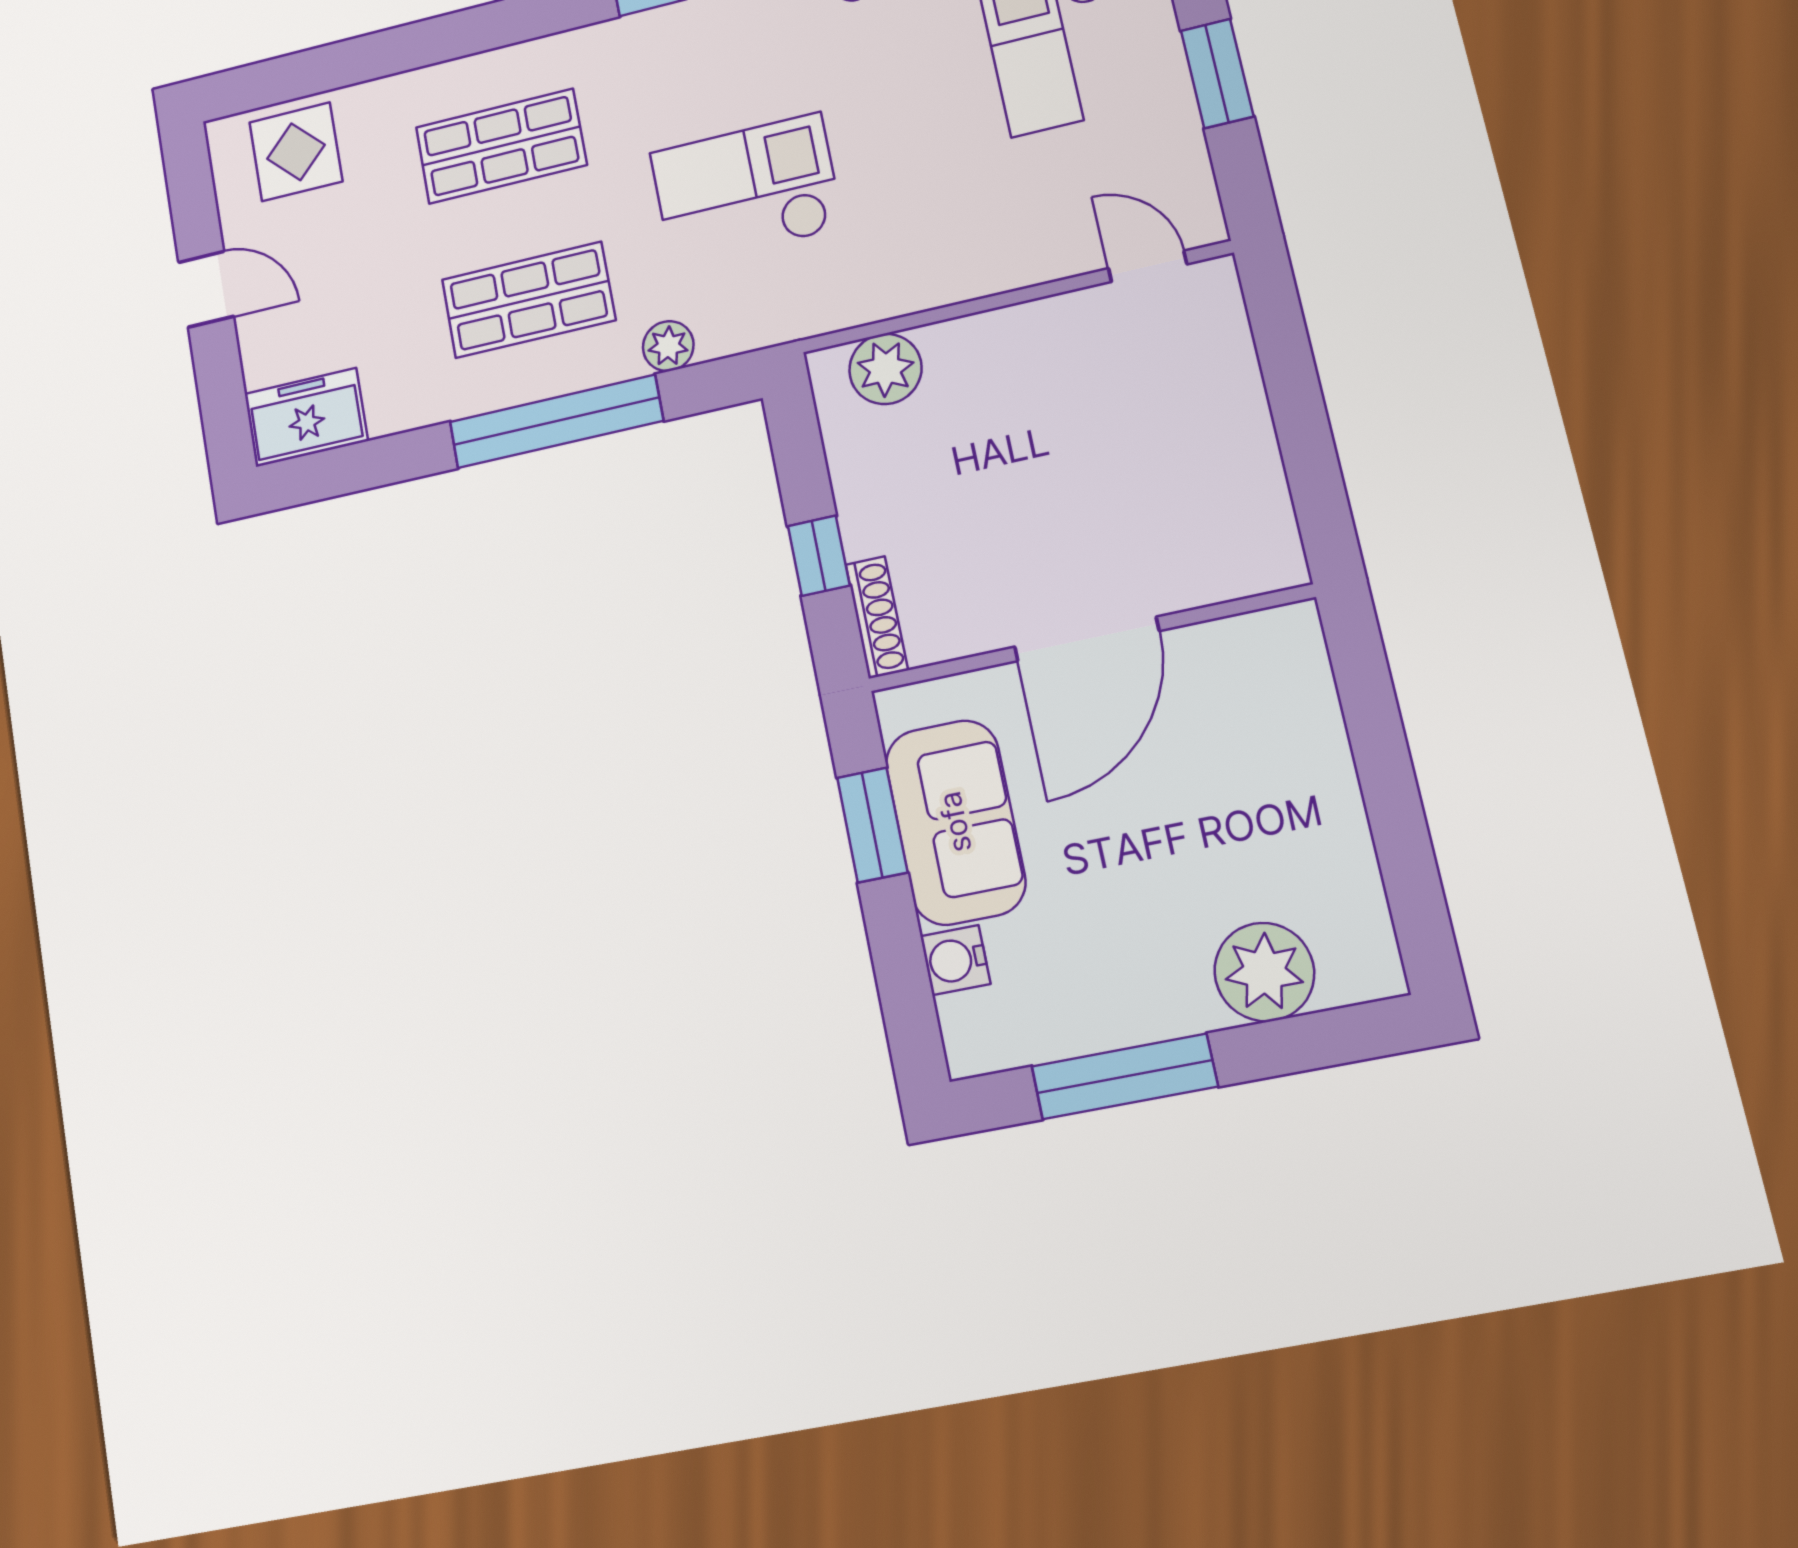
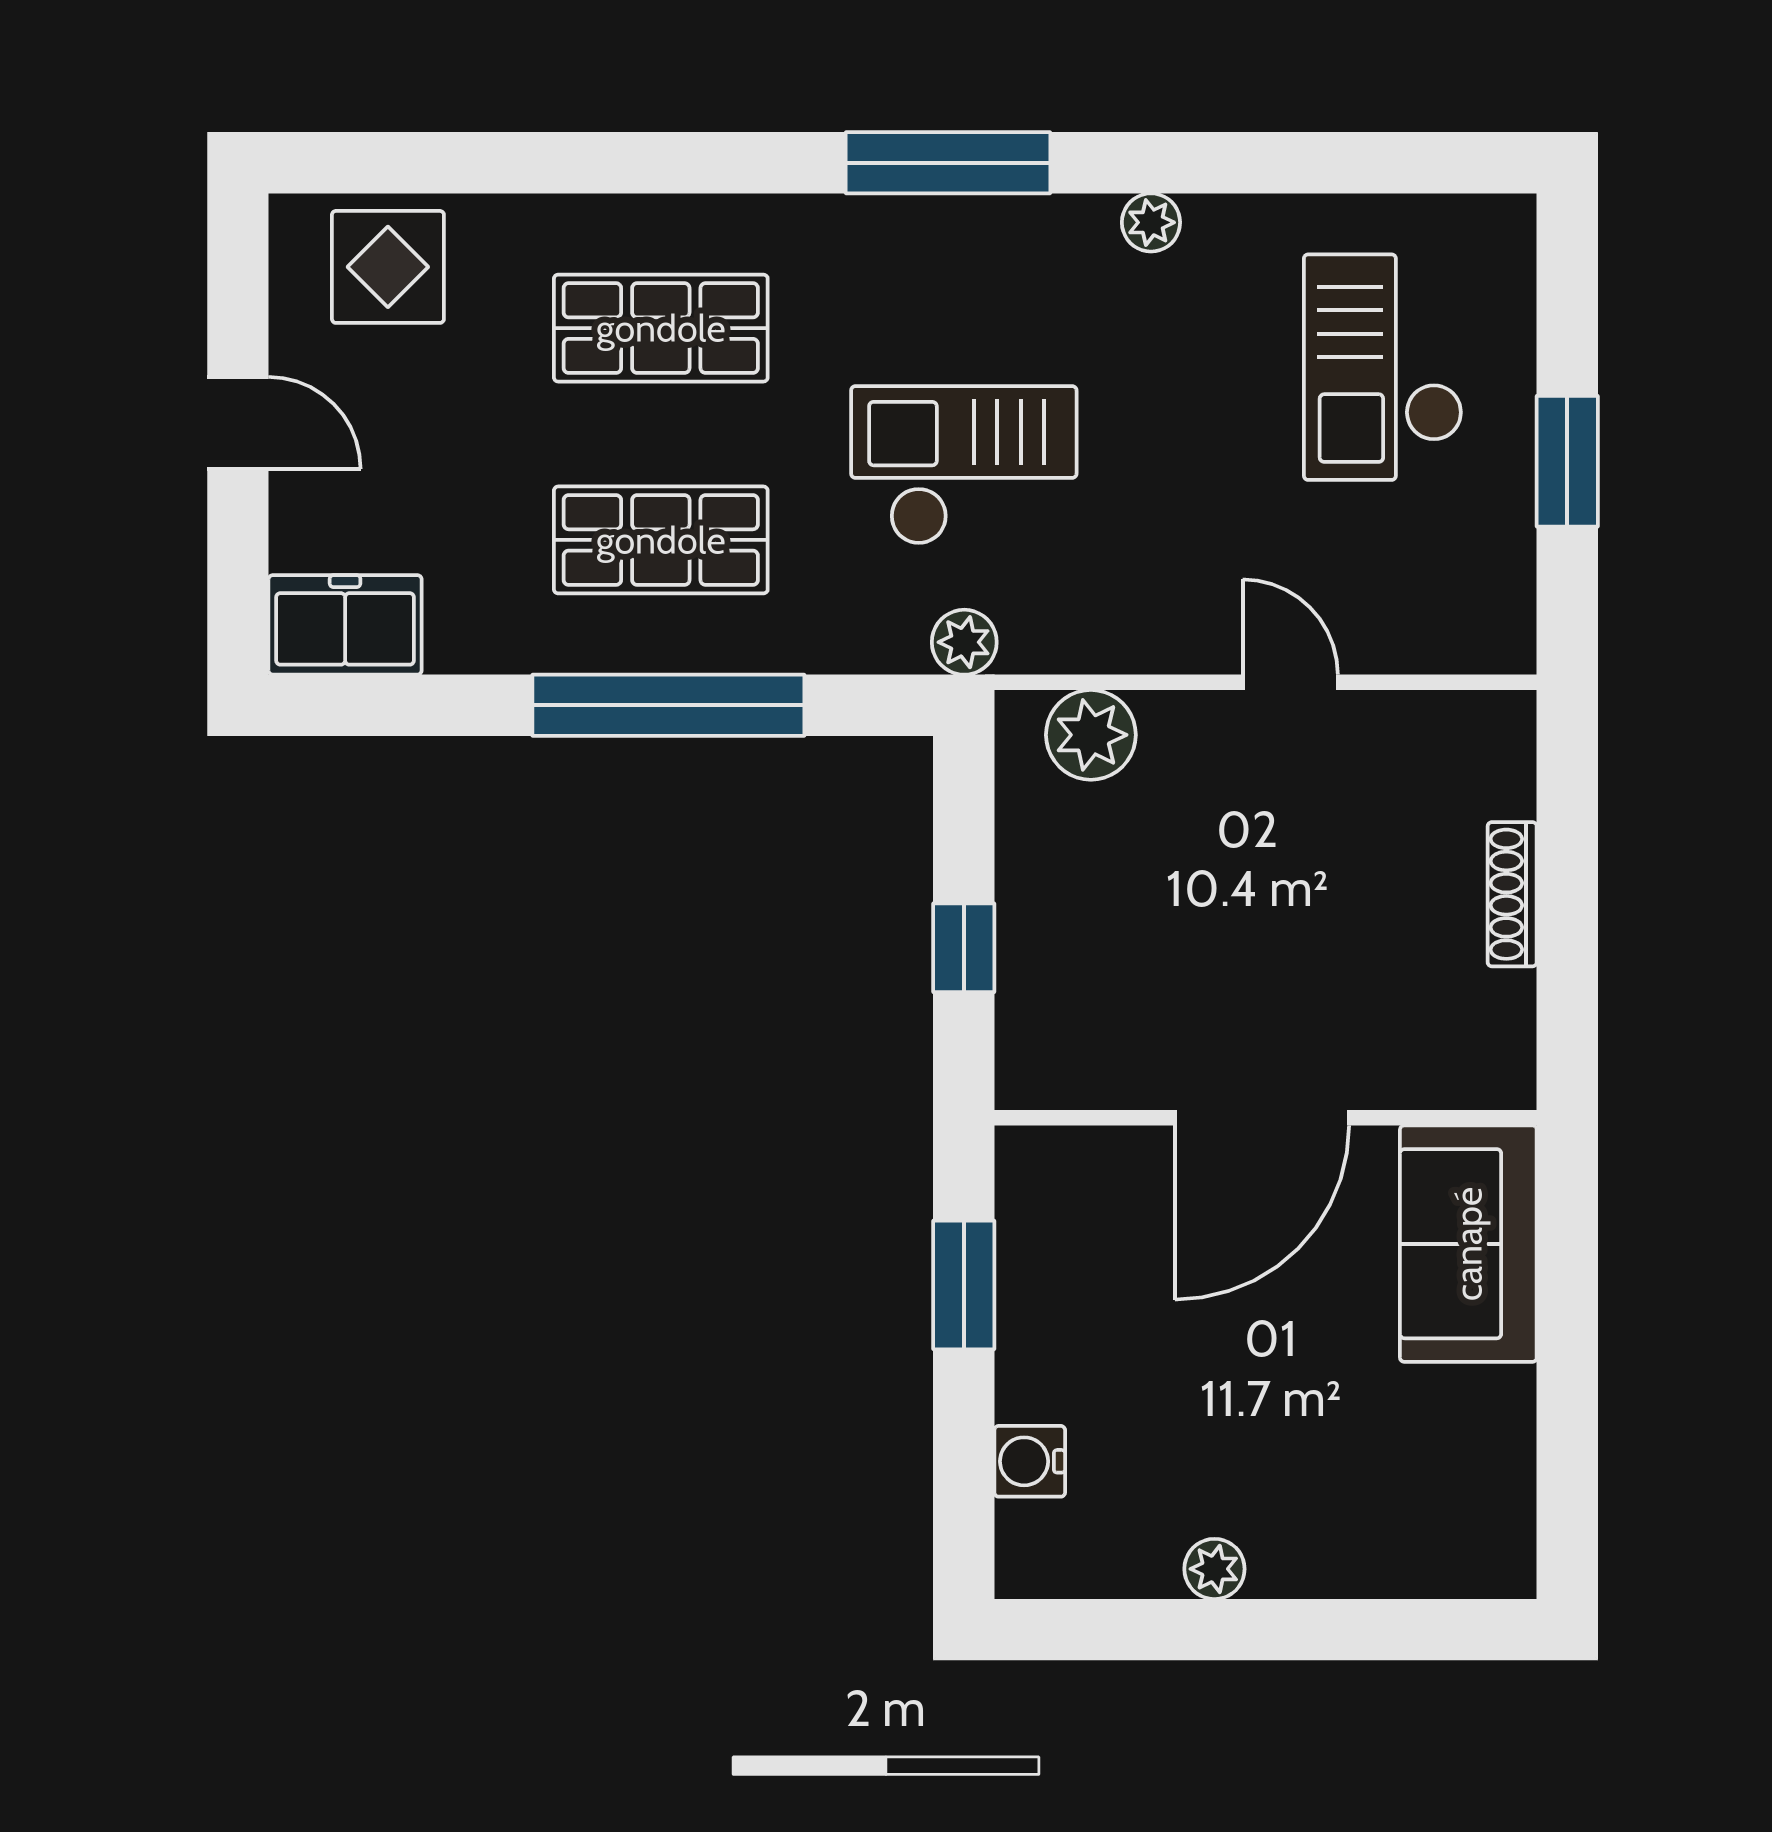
door: (1148, 266) -> (1290, 682), moved
plant: (668, 346) -> (964, 642), moved
shoe rack: (877, 617) -> (1512, 894), moved, turned 180
sofa: (955, 822) -> (1468, 1244), moved, turned 180
plant: (1264, 972) -> (1214, 1569), moved, width x0.53, depth x0.53
window: (1124, 1076) -> (1196, 1630), removed

